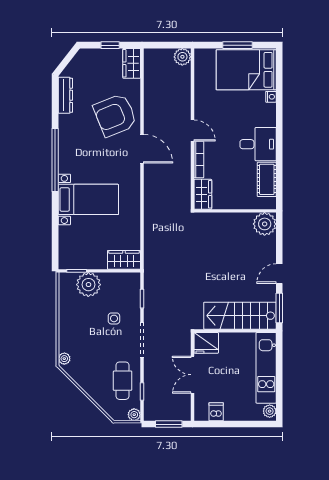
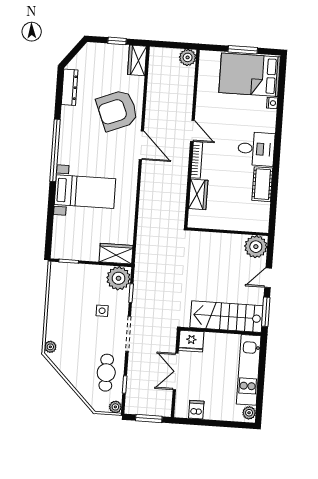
wall: (235, 211) -> (228, 232), moved
plant: (265, 224) -> (256, 247), moved
plant: (88, 285) -> (119, 278), moved

